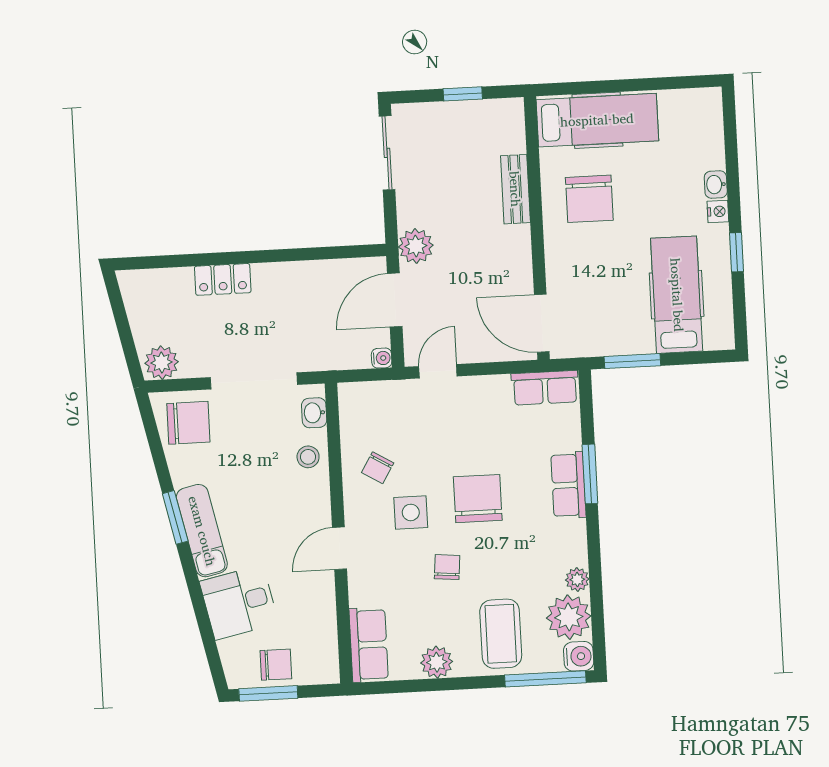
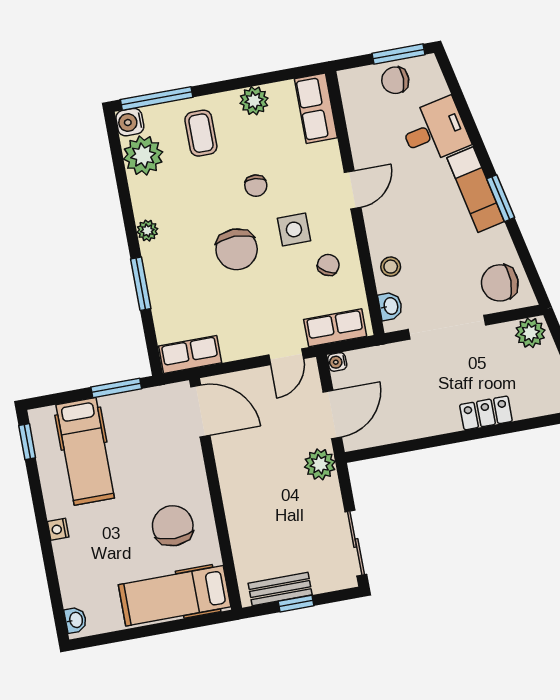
washbasin: (716, 184) -> (76, 620), moved
bench: (515, 189) -> (280, 589), moved, turned 90
window: (737, 252) -> (27, 442), moved
row of seats: (568, 485) -> (335, 328), moved, turned -90
plant: (577, 580) -> (147, 231), moved
coffee table: (501, 634) -> (201, 133), width x0.73, depth x0.77

